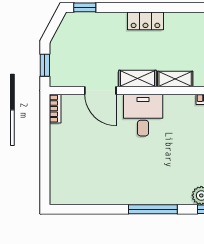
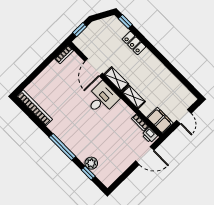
locker: (145, 21) -> (134, 43), moved
bookcase: (81, 198) -> (34, 108), added

